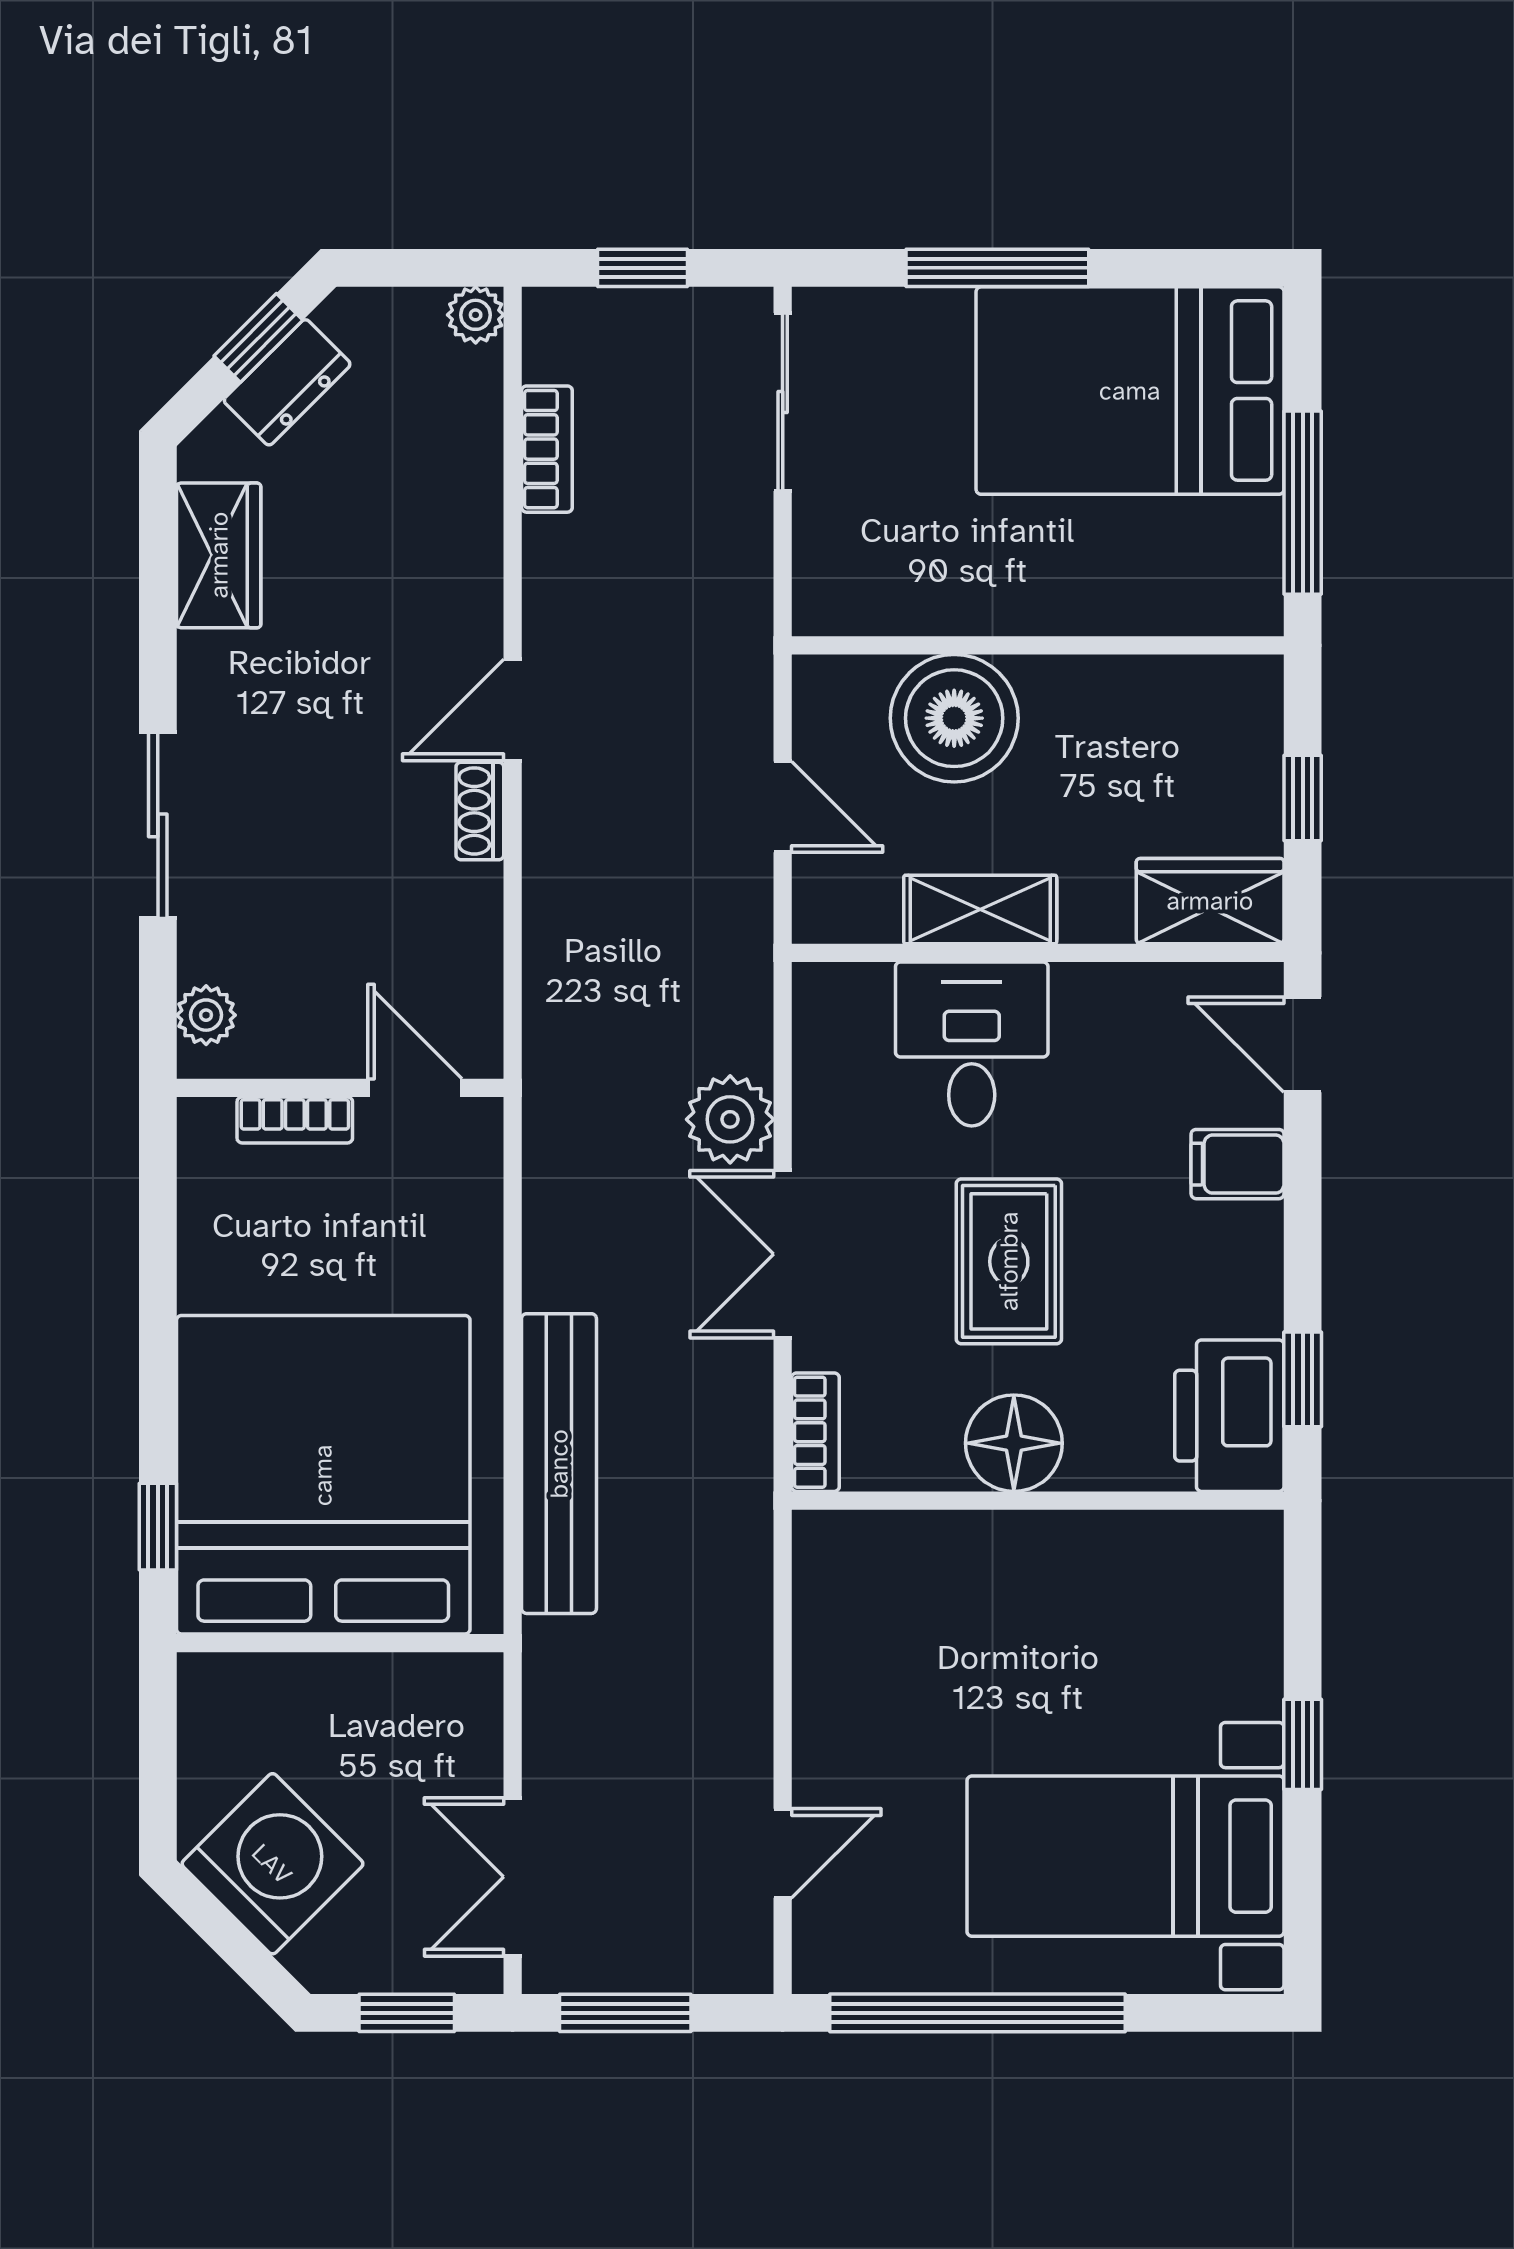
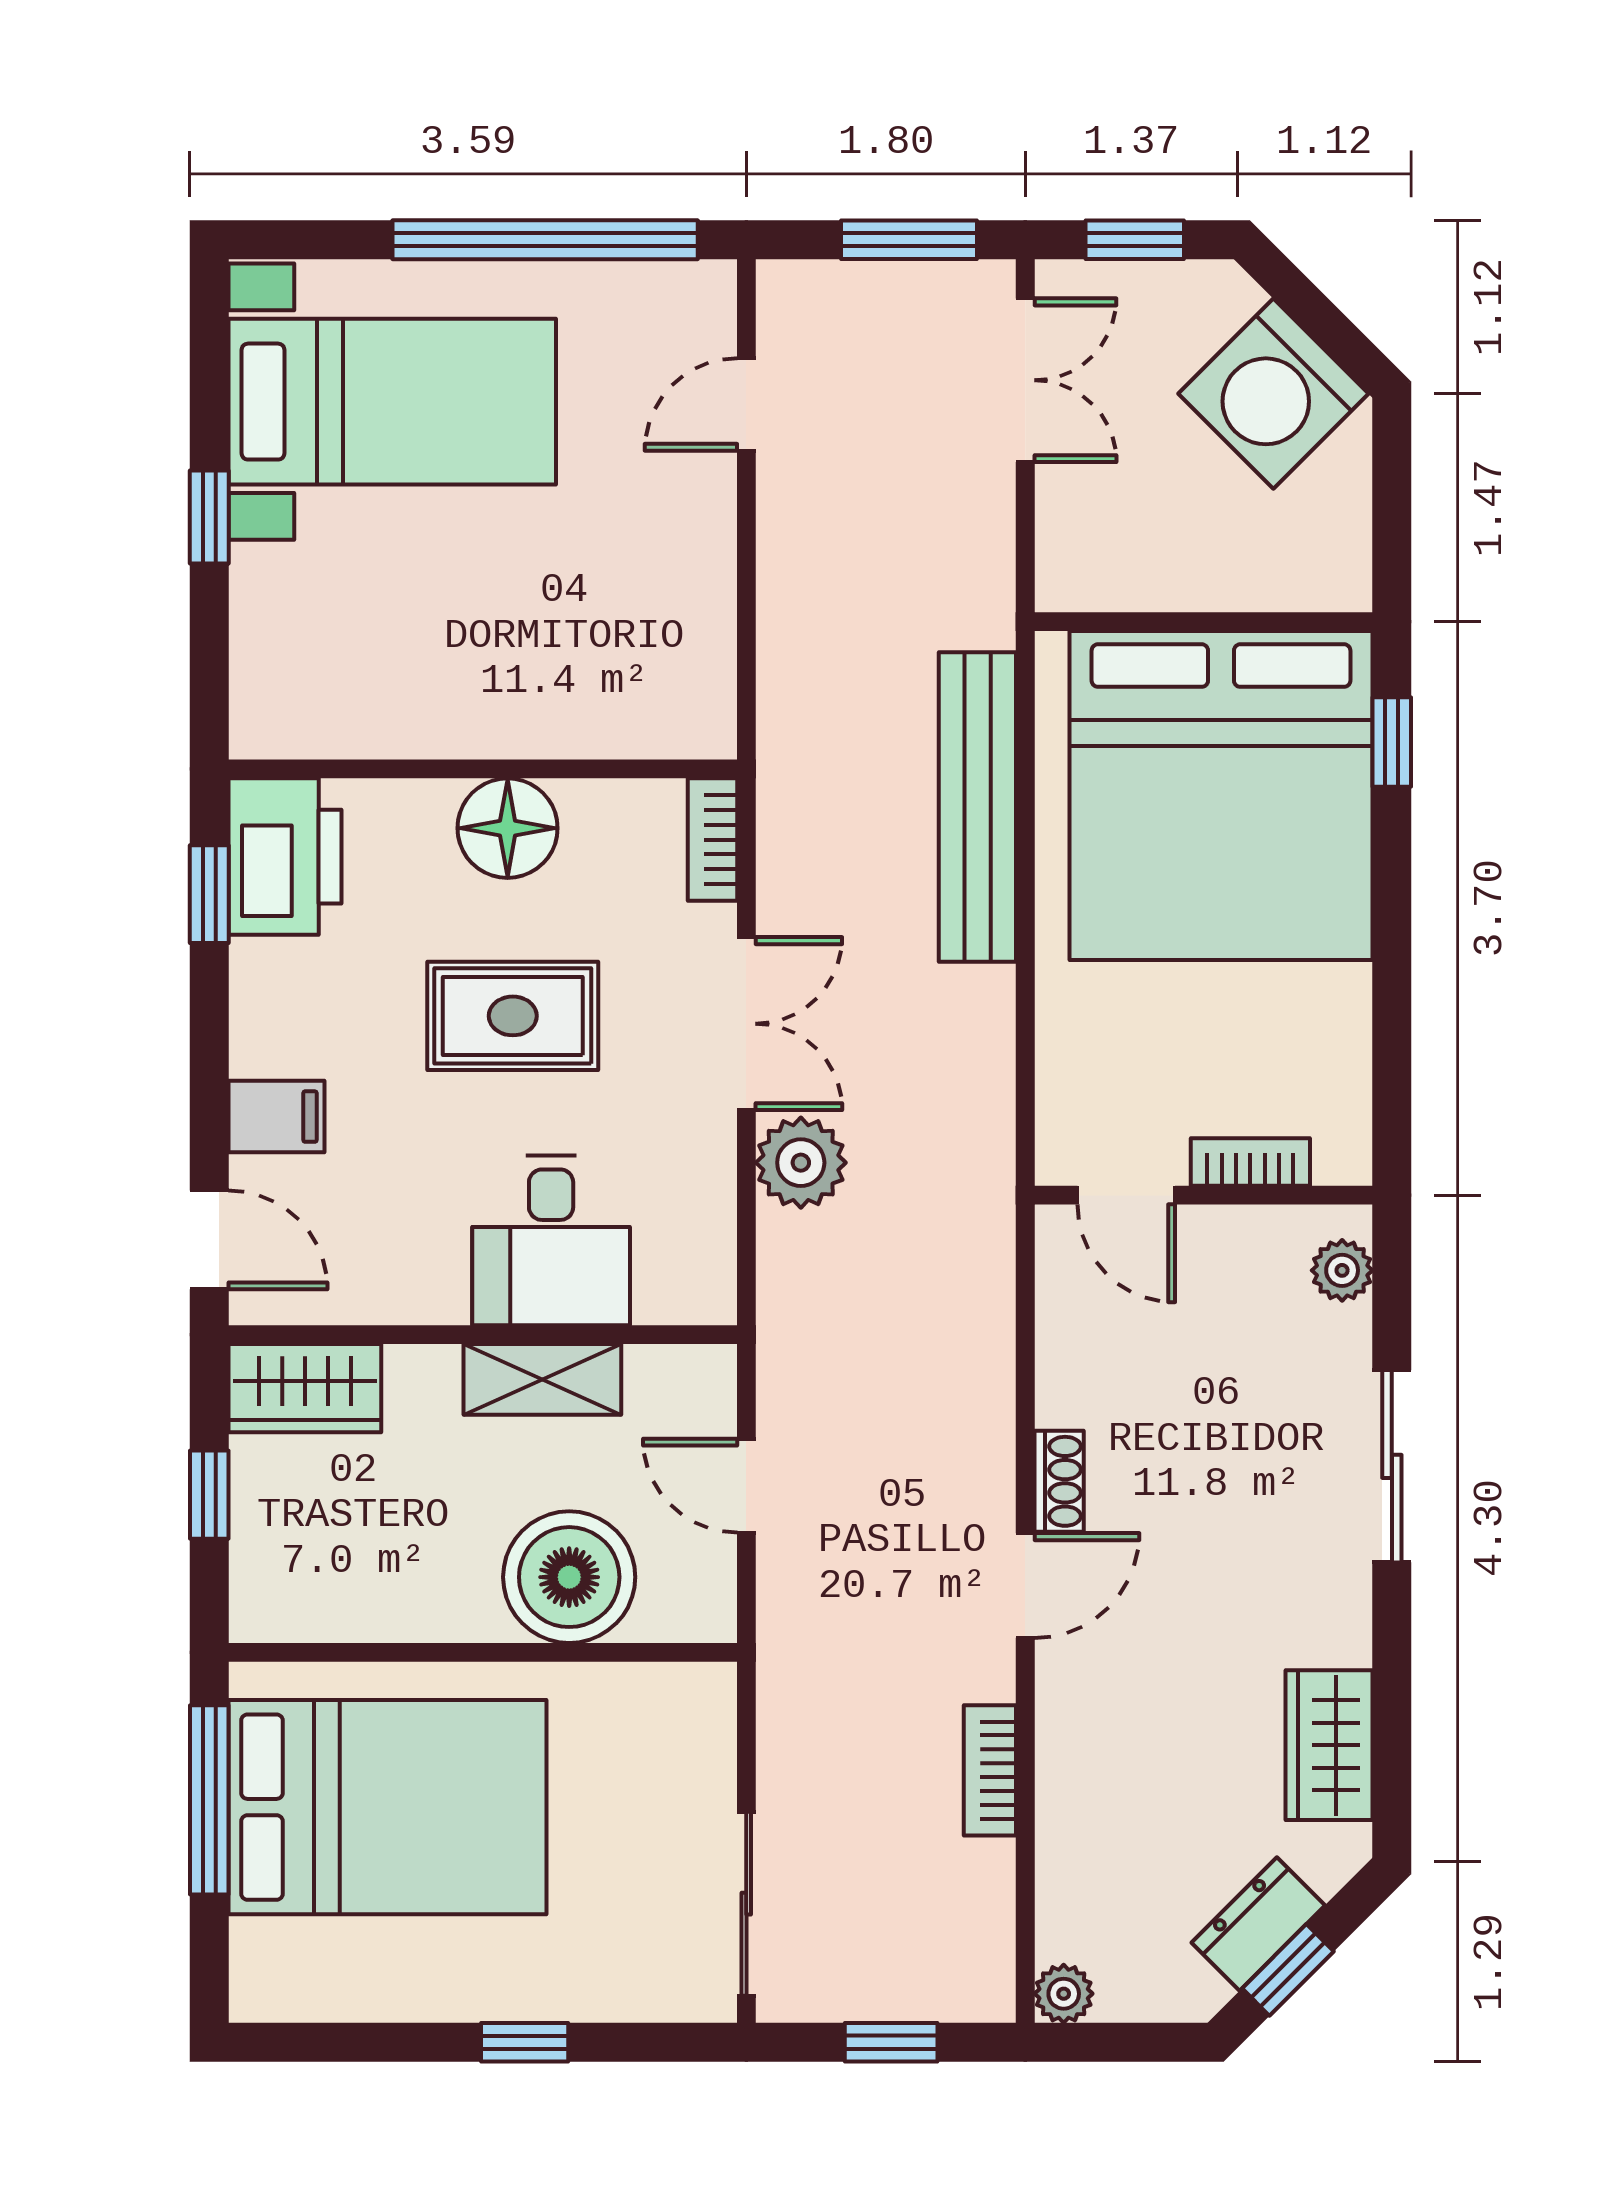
window: (997, 268) -> (525, 2042), width x0.46
bed: (1130, 391) -> (388, 1807), moved
bookcase: (547, 449) -> (990, 1770), moved
rug: (1009, 1261) -> (513, 1016), turned 90

